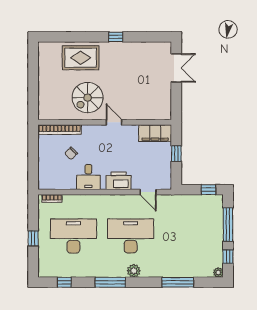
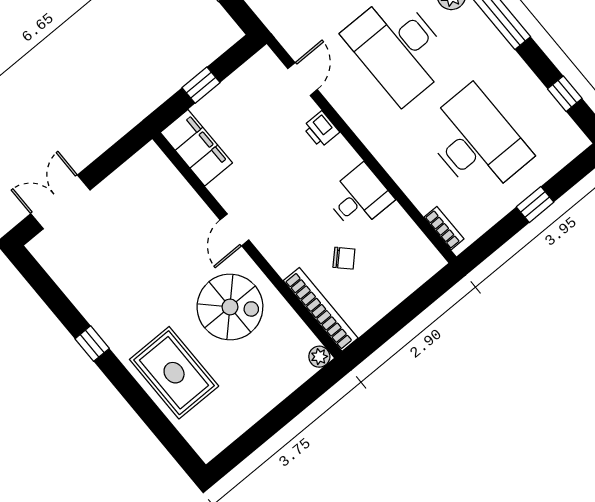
plant: (43, 115) -> (319, 357), added
printer: (119, 181) -> (321, 129), width x0.53, depth x0.68
desk: (73, 236) -> (476, 142), turned 180

